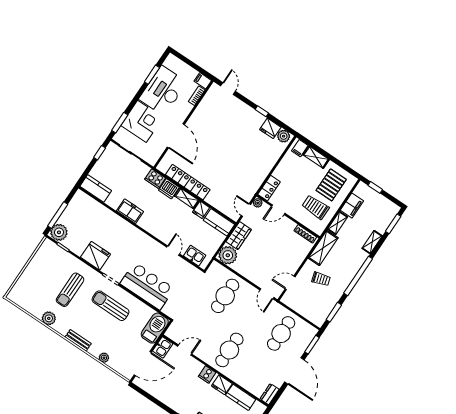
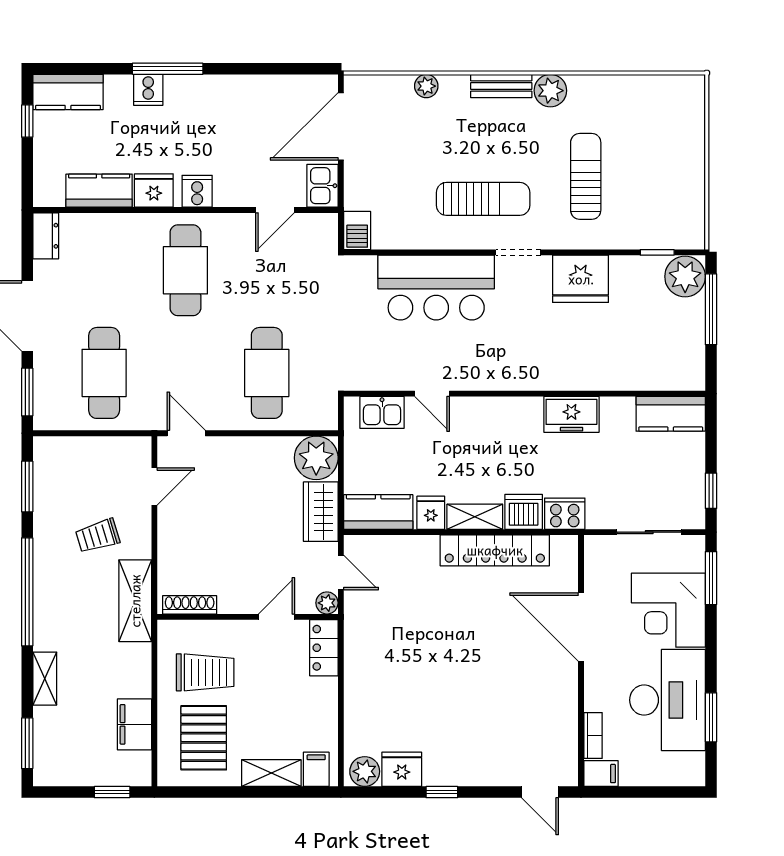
shelving: (338, 223) -> (140, 670), removed
plant: (49, 318) -> (550, 91), moved
barbecue: (155, 328) -> (357, 230), width x0.53, depth x0.65

